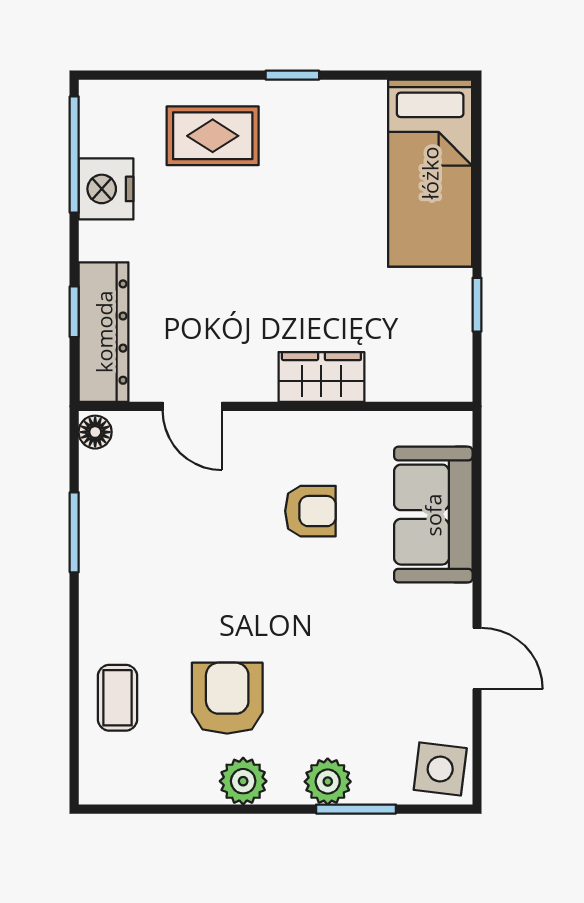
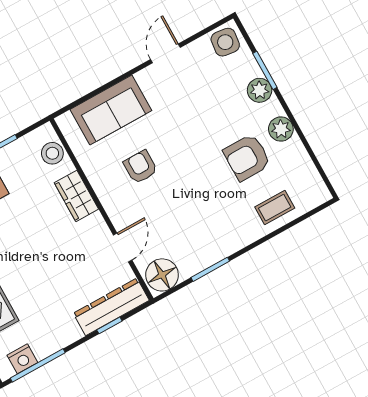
nightstand: (106, 189) -> (22, 359), moved, width x0.74, depth x0.75
stool: (415, 376) -> (52, 153), added
floor lamp: (95, 432) -> (162, 275), width x1.89, depth x1.89

